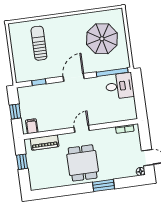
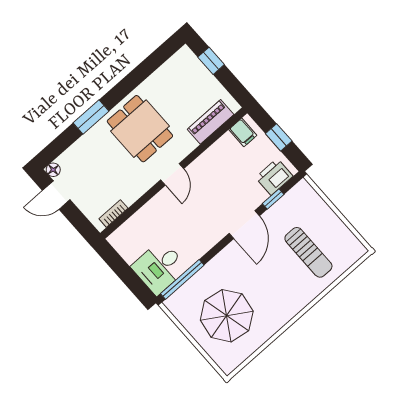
door: (74, 77) -> (244, 225), moved
printer: (31, 93) -> (274, 177), added
window: (22, 162) -> (211, 61), moved

